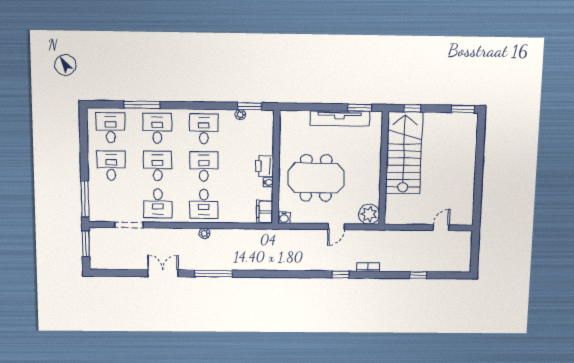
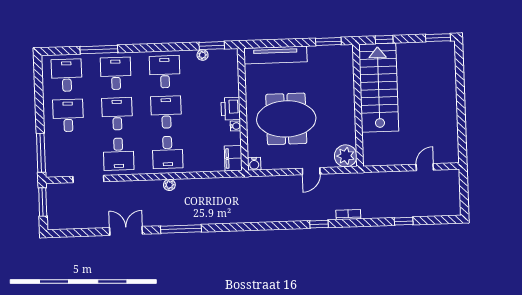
tv unit: (340, 118) -> (275, 55), moved

